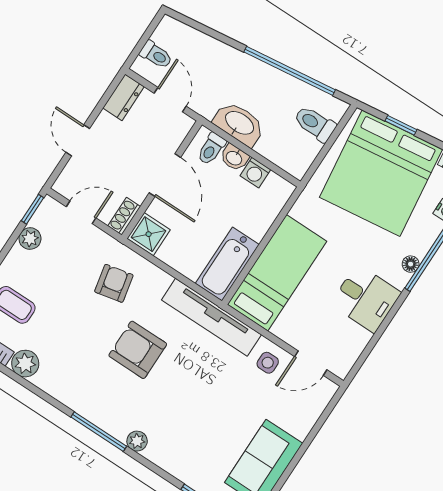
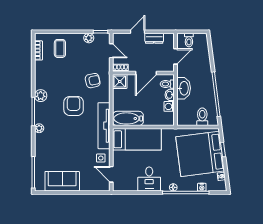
dresser: (123, 97) -> (154, 38), moved
plant: (25, 364) -> (41, 96), moved

